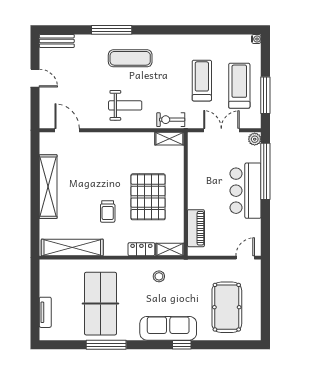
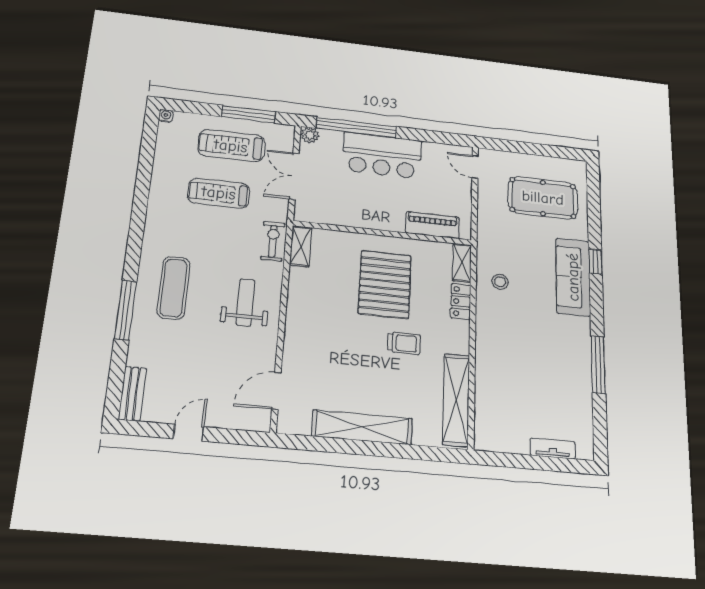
exercise bike: (171, 120) -> (273, 241), turned 180
pallet: (148, 197) -> (385, 284), turned 90
table tennis table: (100, 304) -> (539, 367), removed

